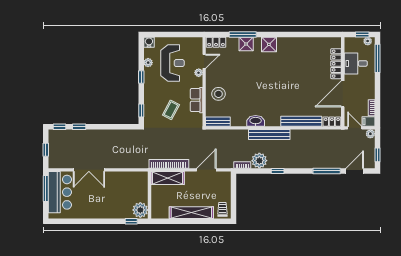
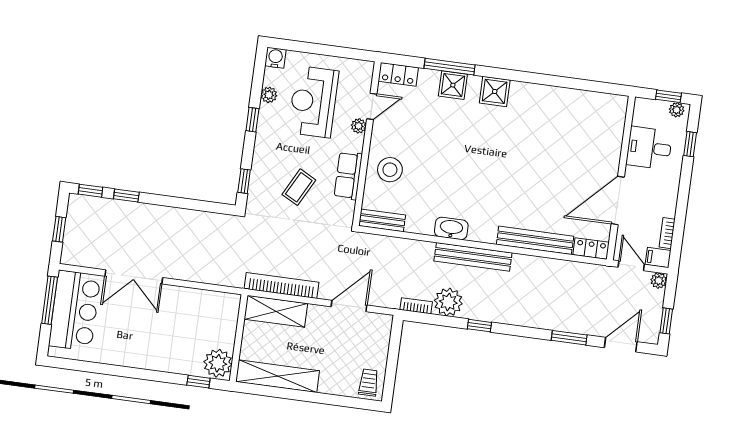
window: (377, 58) -> (690, 144), width x0.46
reception desk: (173, 63) -> (313, 102), turned 180
locker: (336, 64) -> (613, 143), removed
window: (327, 171) -> (569, 338), width x0.69
shelving: (191, 213) -> (278, 376), moved

